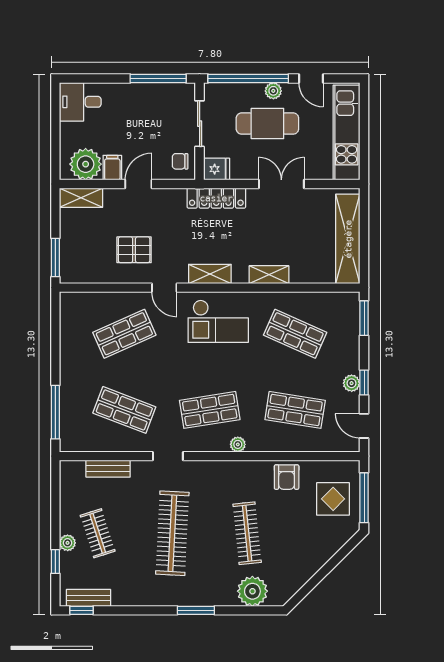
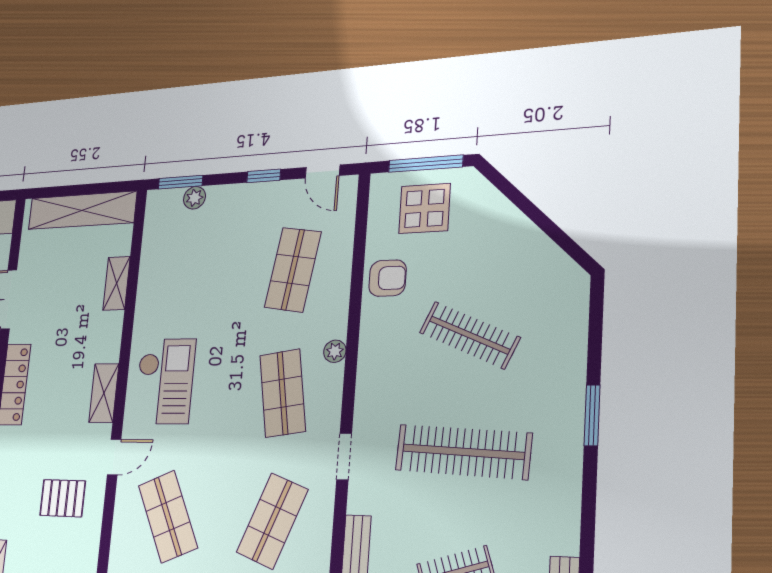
pallet: (134, 250) -> (63, 498), turned 90
shelving: (269, 275) -> (116, 283), moved
shop shelf: (295, 334) -> (191, 274), removed
plant: (352, 383) -> (194, 198), moved
door: (364, 426) -> (323, 171), hinge flipped
clothes rail: (247, 533) -> (469, 335), turned 30
plant: (252, 591) -> (563, 325), removed

